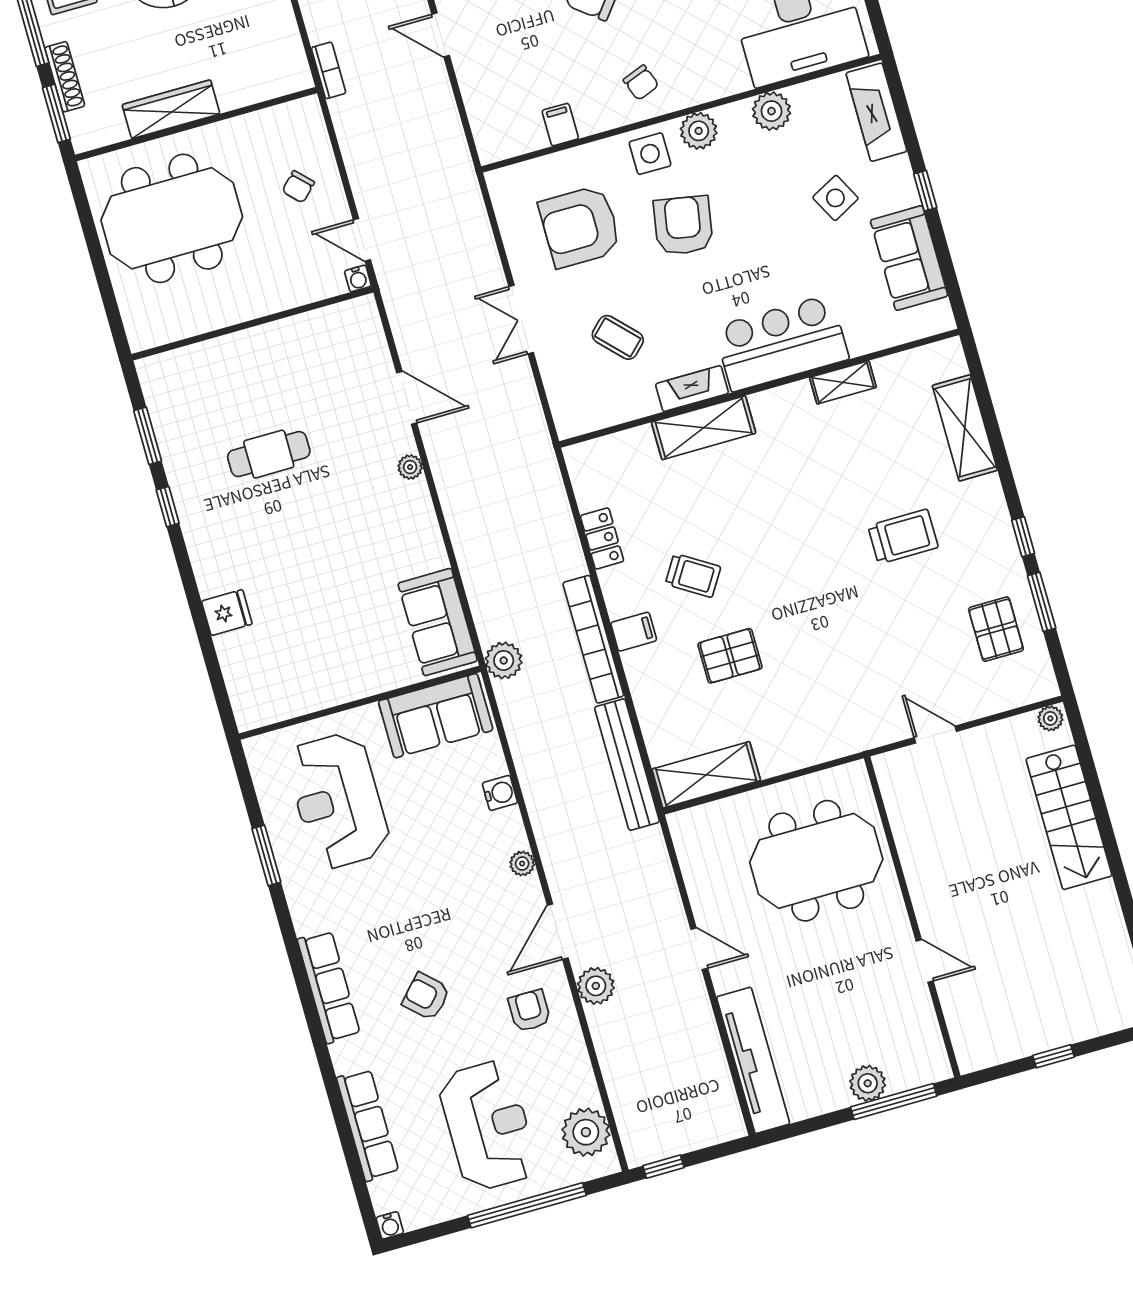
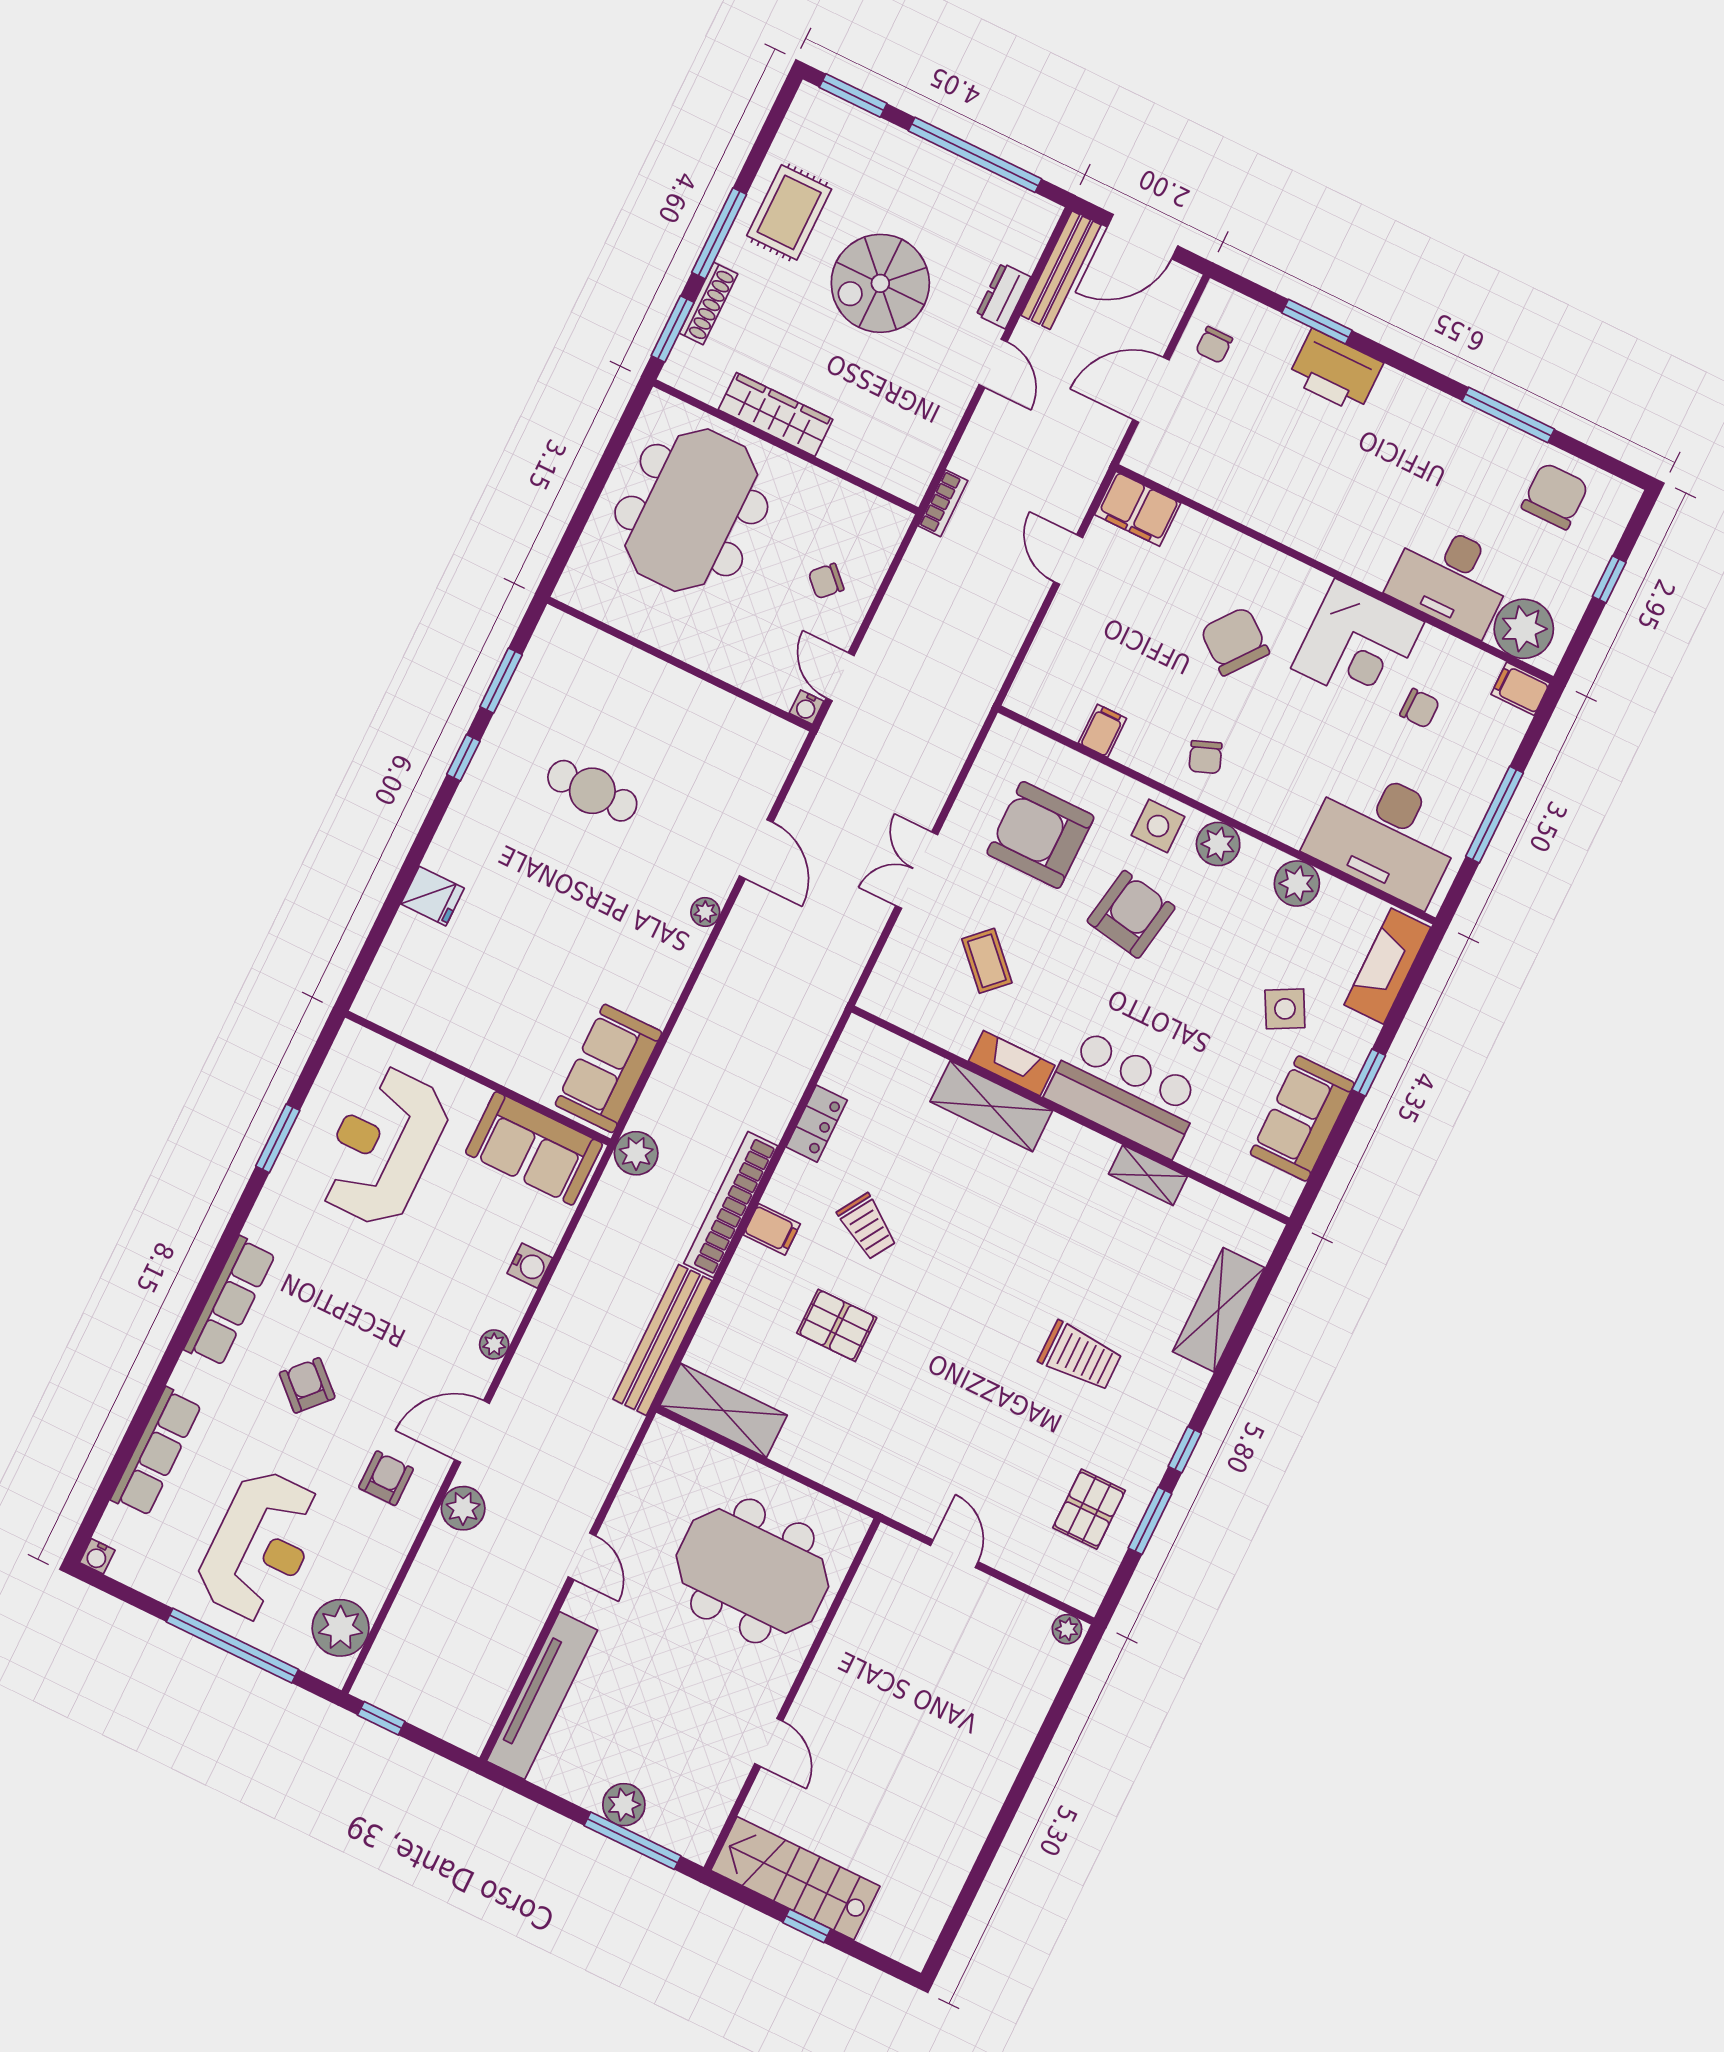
meeting table: (172, 218) -> (691, 510), turned 90
stairs: (1069, 817) -> (795, 1878), moved, turned 90

